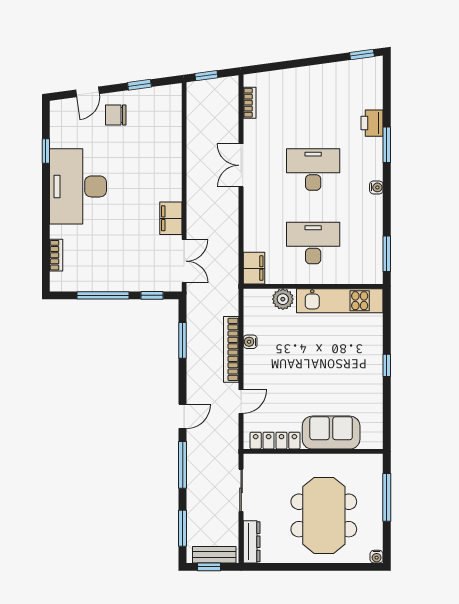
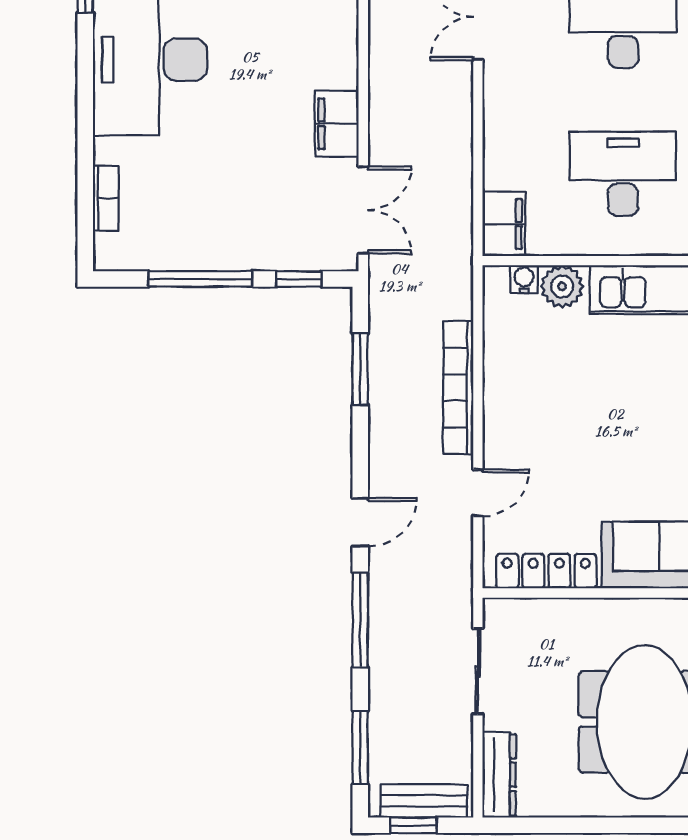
water cooler: (250, 342) -> (524, 279), moved, turned 90

